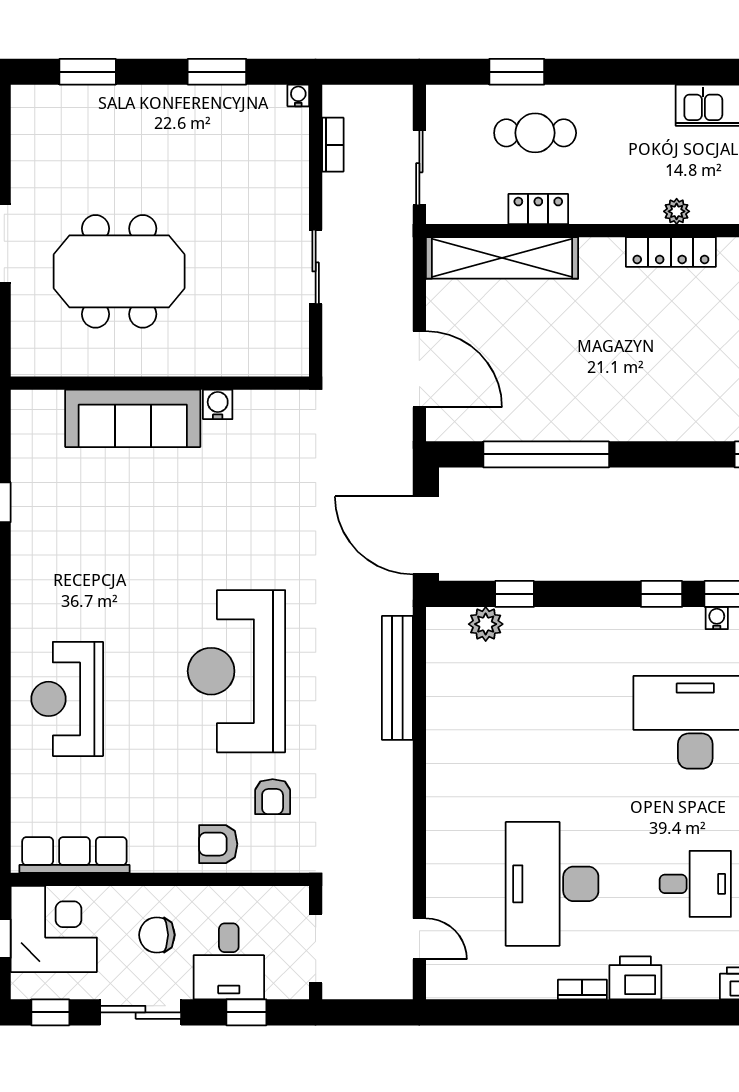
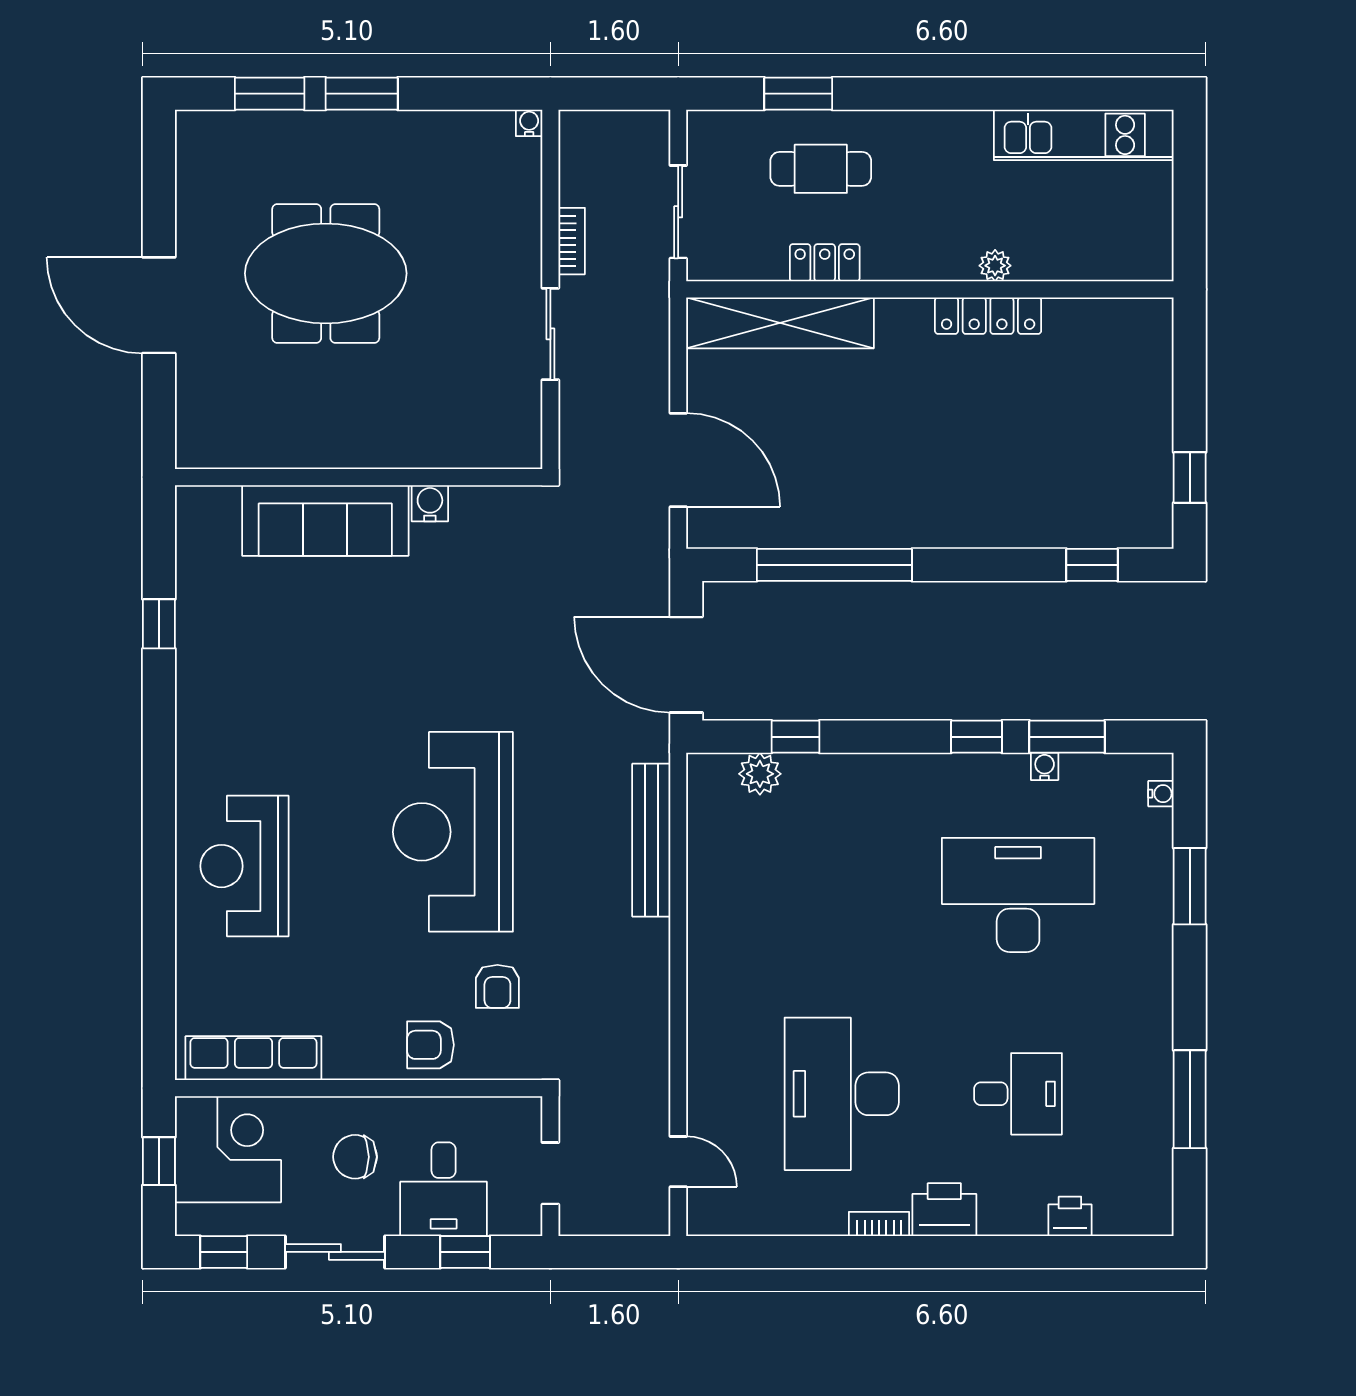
window: (217, 72) -> (362, 94), moved
bookcase: (333, 145) -> (572, 241), moved
meeting table: (119, 271) -> (326, 273), moved
doorway: (316, 948) -> (550, 1173), width x0.73

